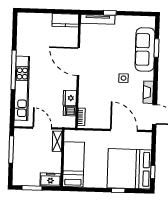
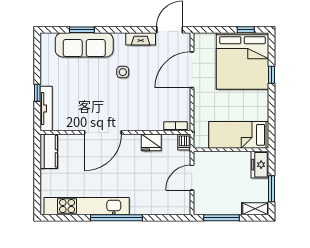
kitchen unit: (22, 88) -> (87, 206), moved
dishwasher: (70, 111) -> (184, 142), moved
shelving: (57, 141) -> (255, 209), moved

